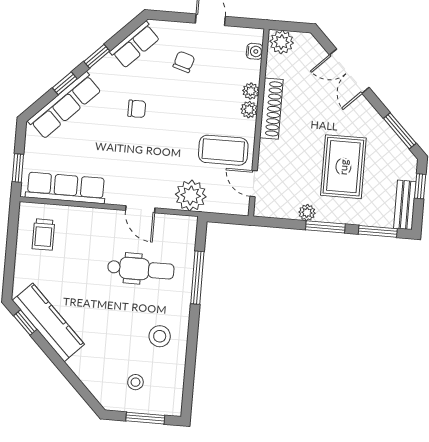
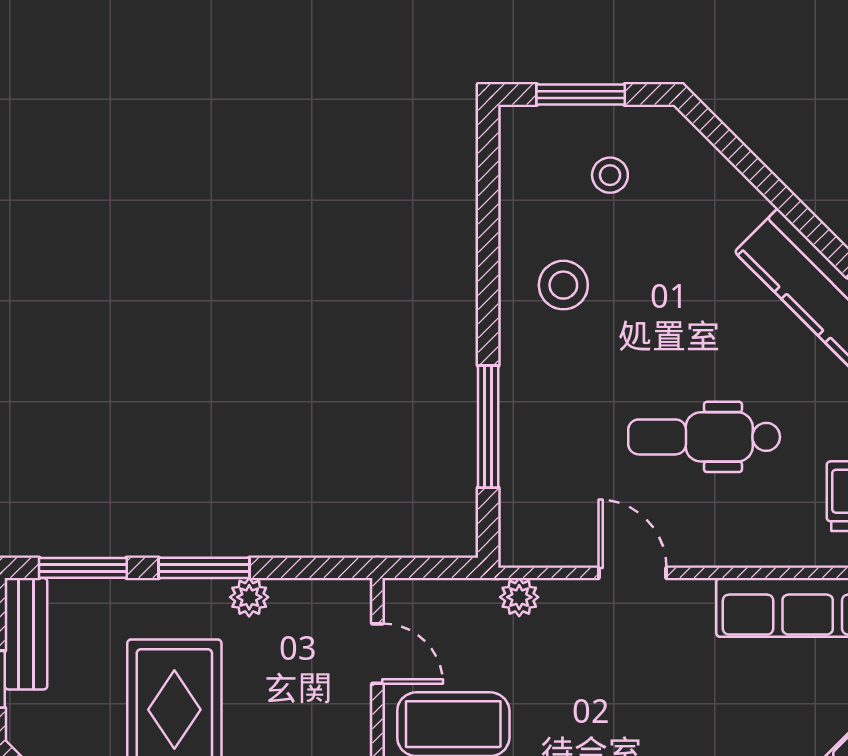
plant: (191, 196) -> (519, 597), width x0.53, depth x0.53
dental chair: (141, 269) -> (704, 437), moved

